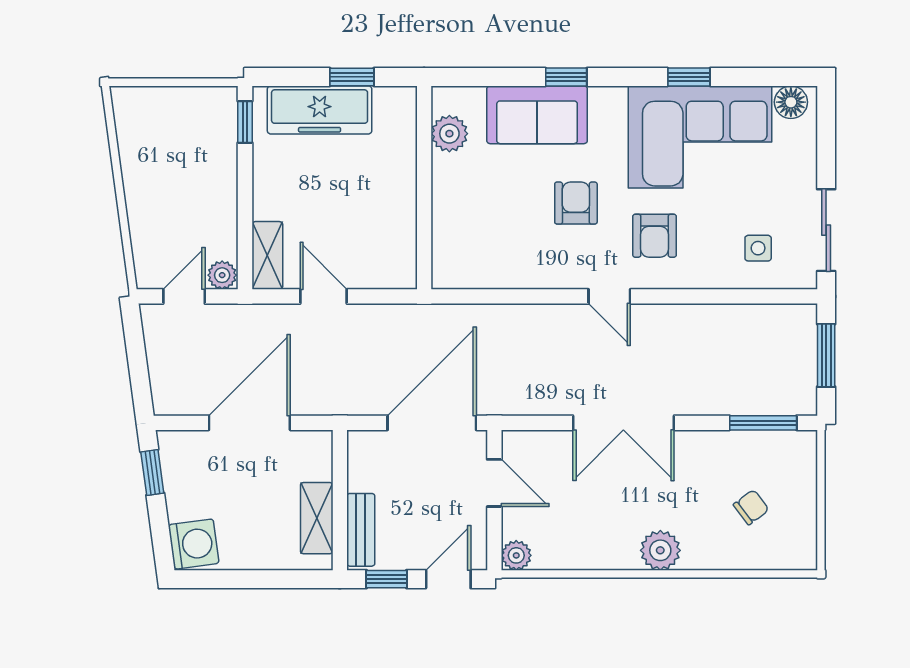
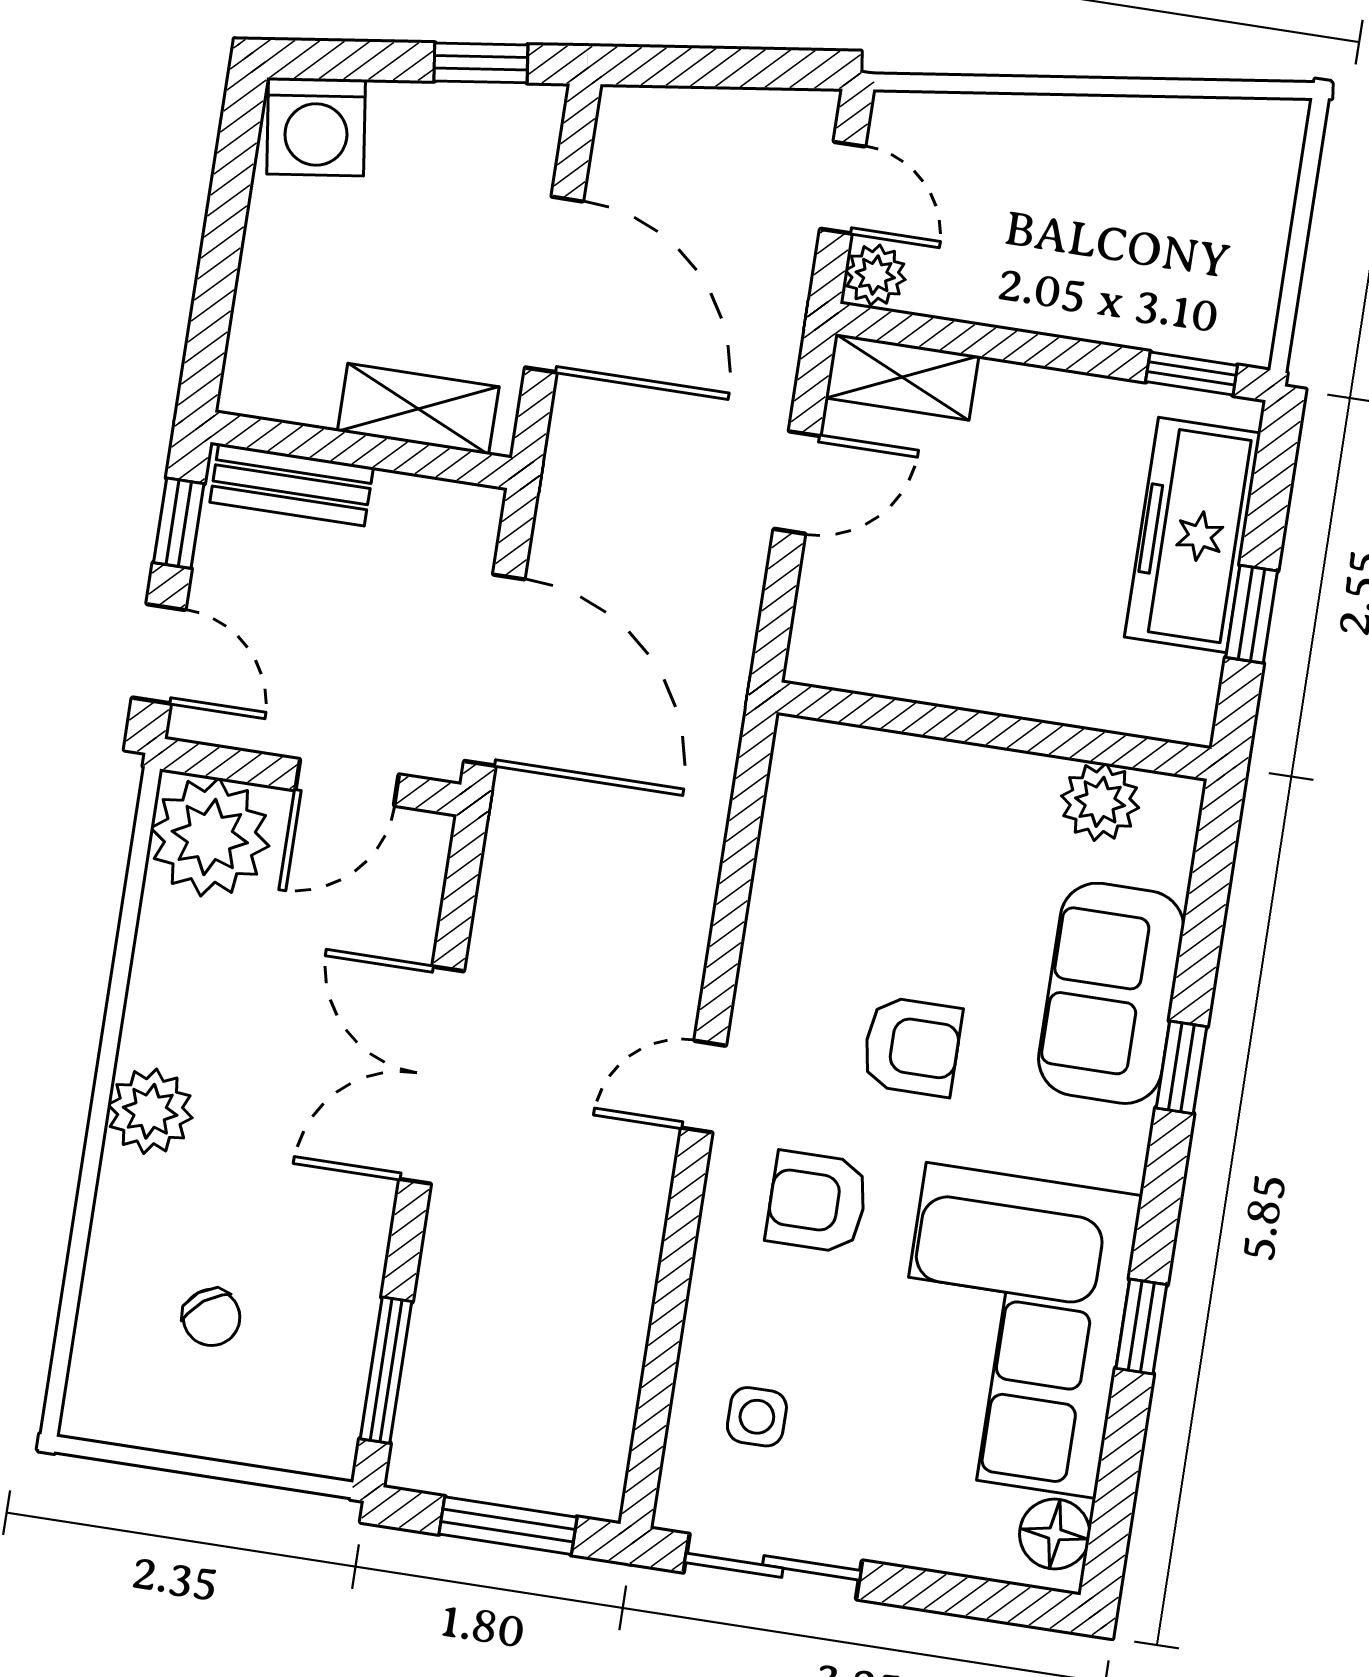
shelving: (317, 518) -> (418, 409), moved
plant: (516, 555) -> (210, 837), width x1.87, depth x1.87

